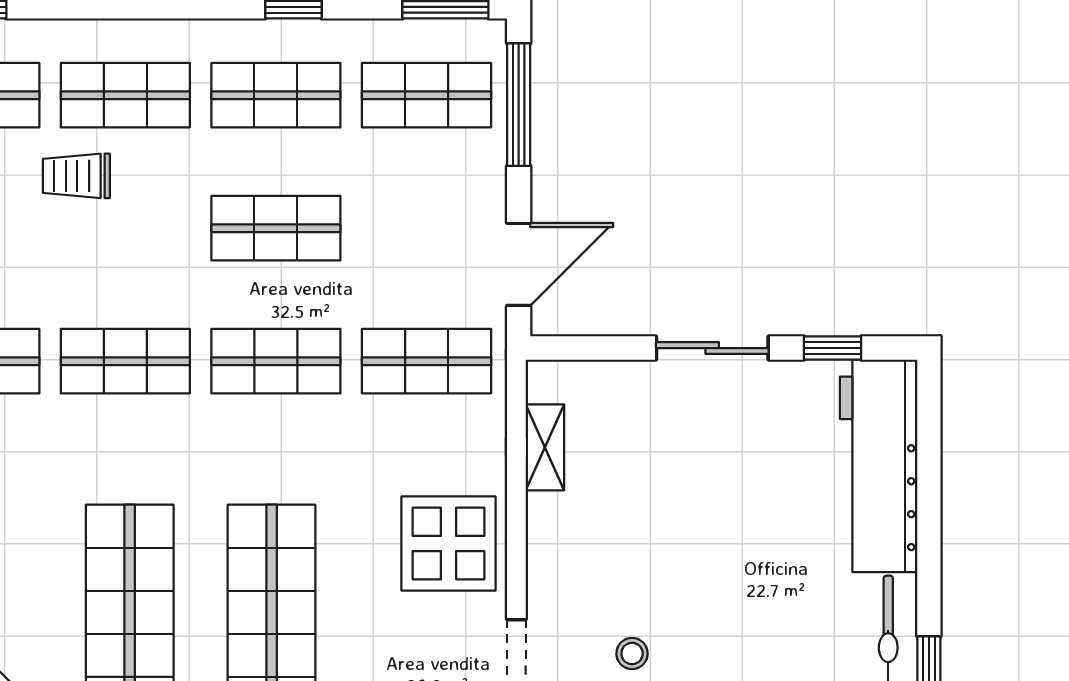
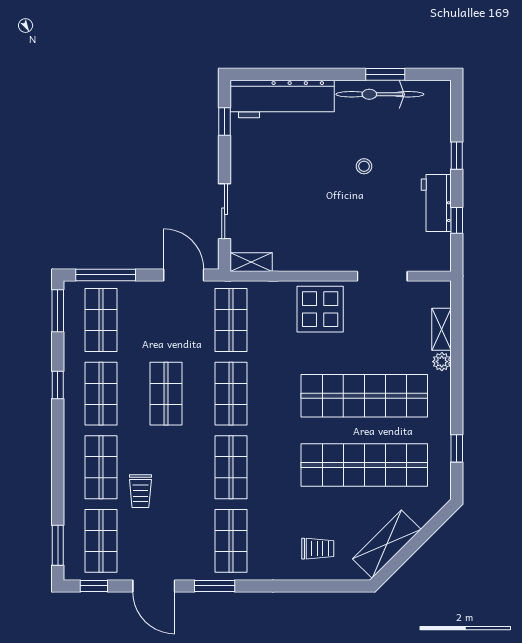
sliding door: (712, 348) -> (225, 211), moved
shelving: (545, 447) -> (251, 262), moved
stool: (632, 654) -> (364, 166), moved

